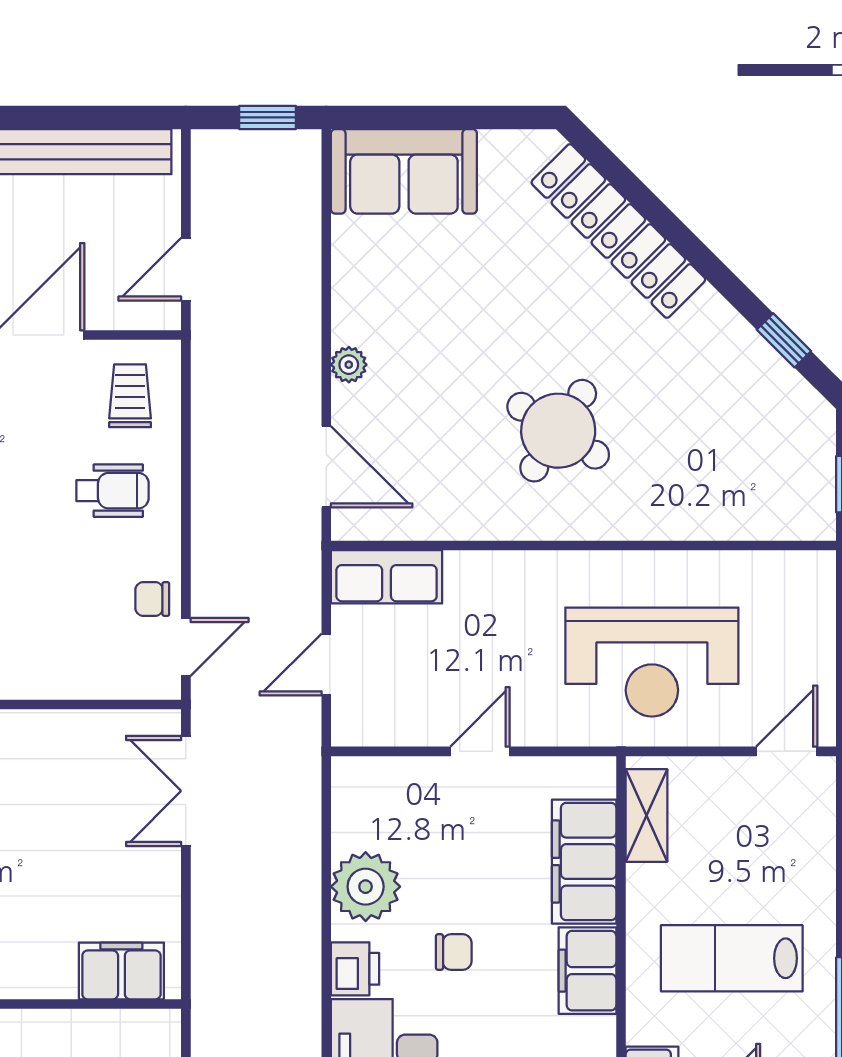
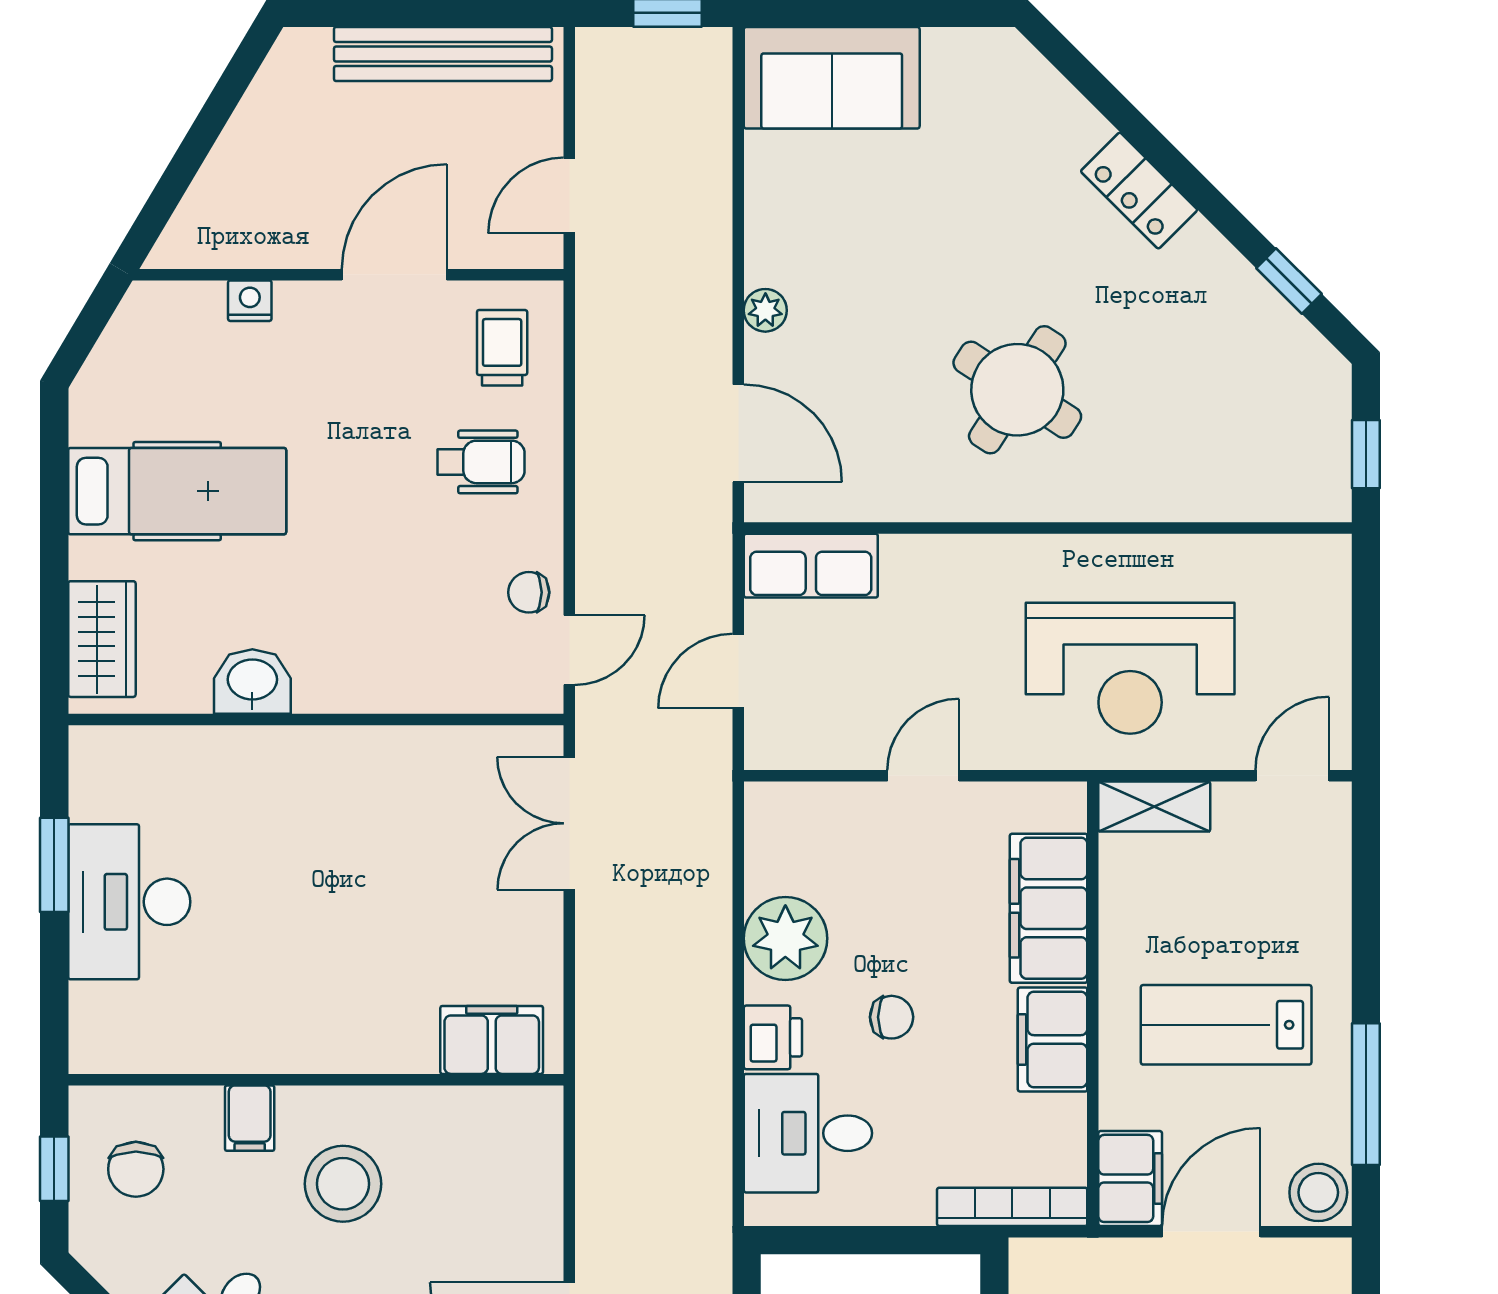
locker: (618, 231) -> (1139, 191), width x0.46, depth x0.83
shelving: (647, 815) -> (1154, 806), moved, turned 90

